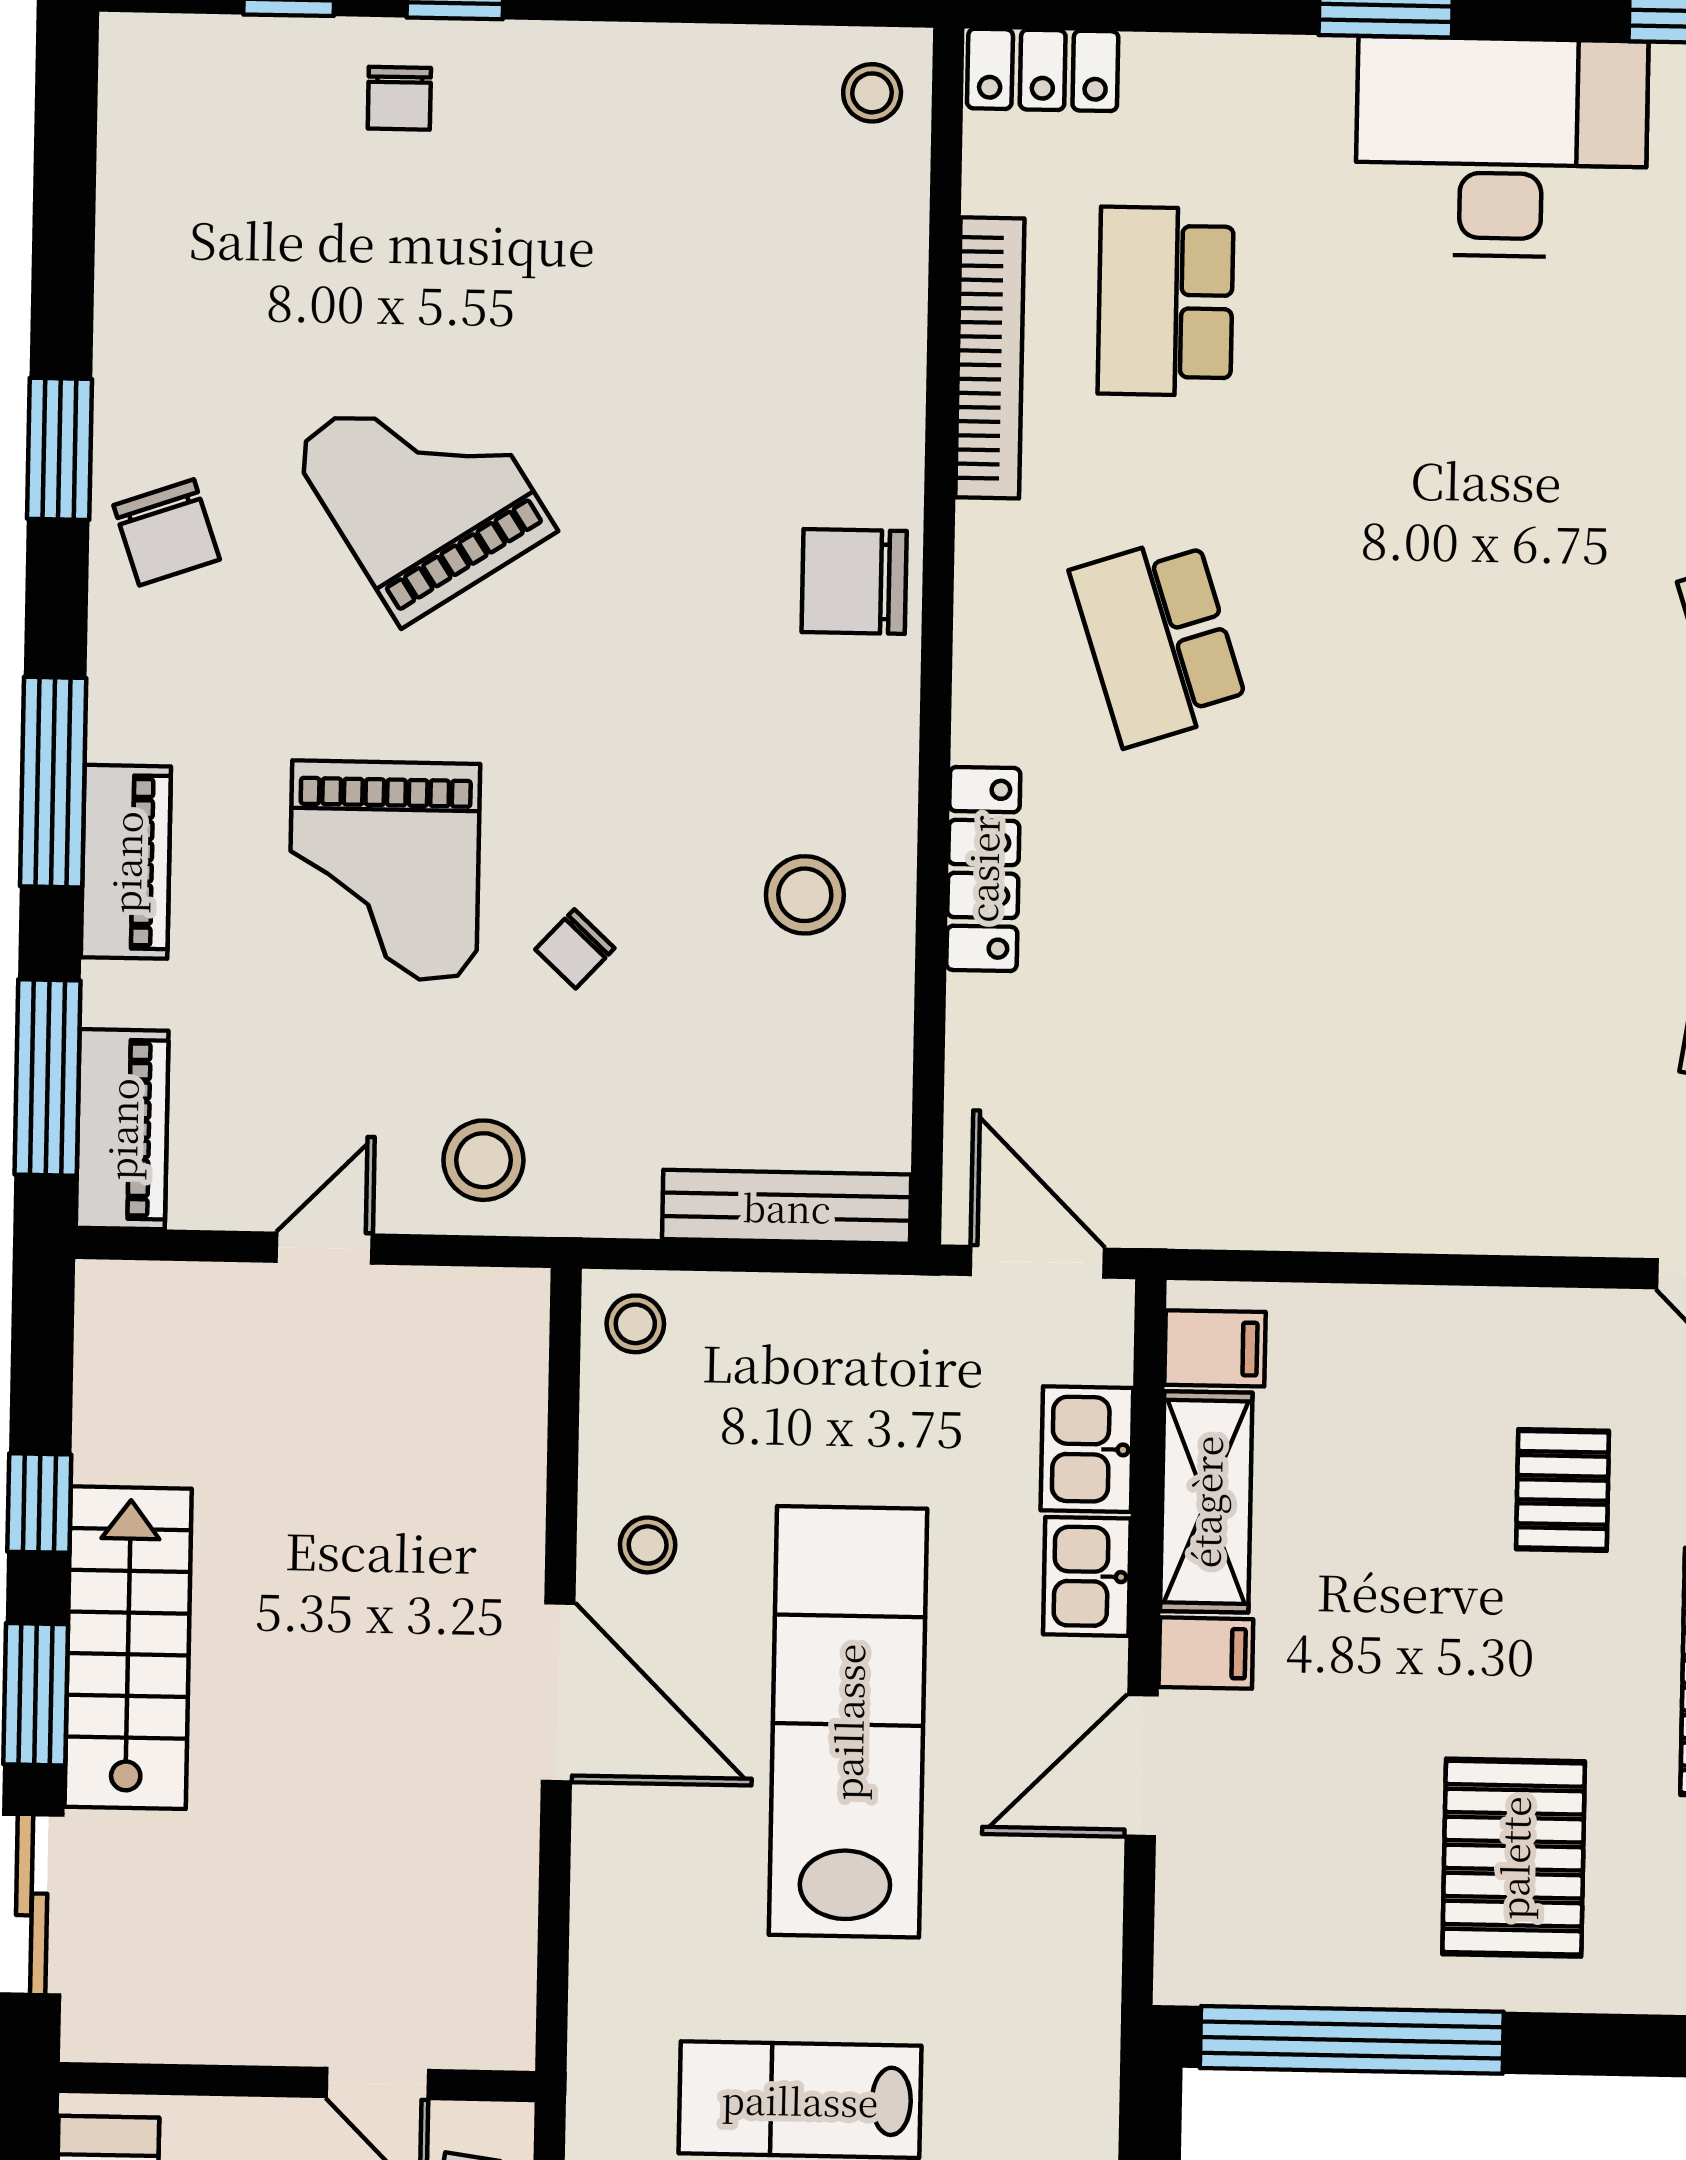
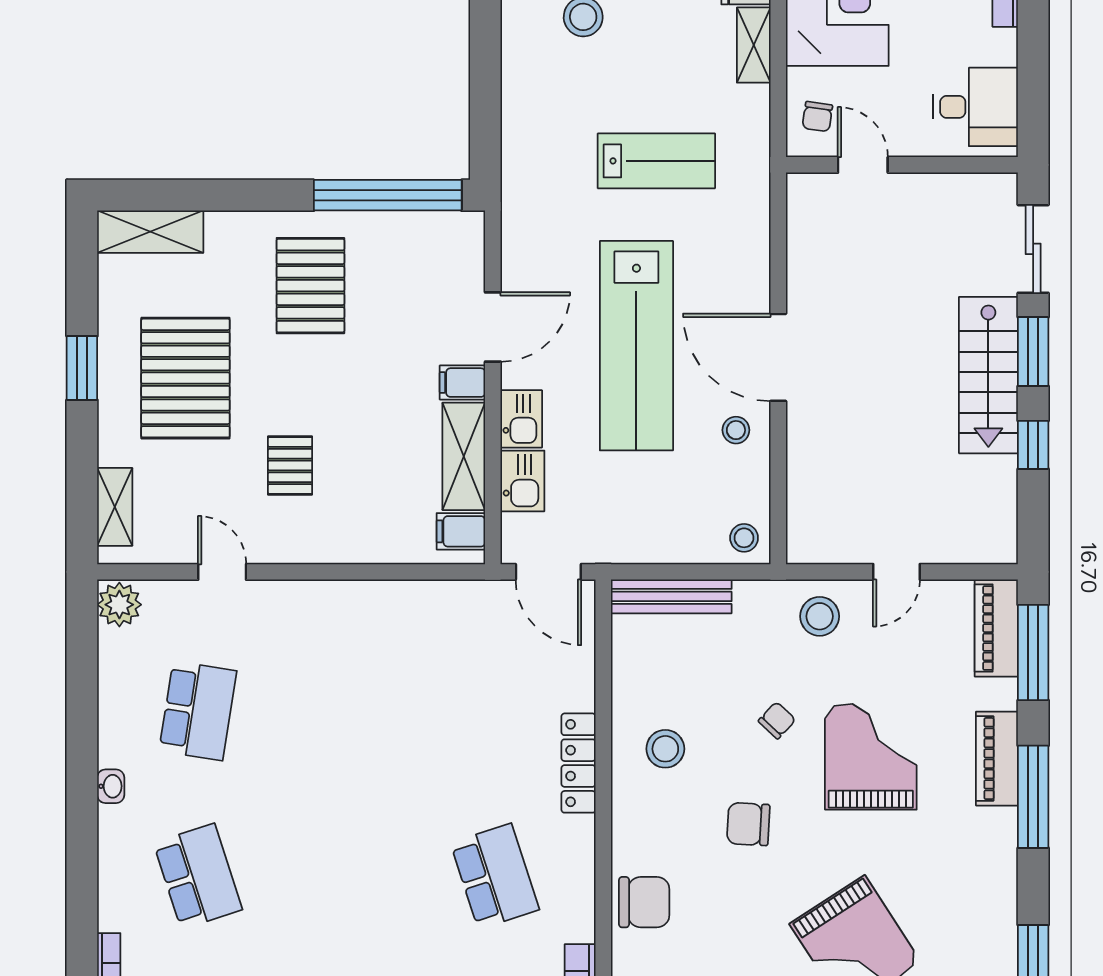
chair: (167, 532) -> (748, 824), moved, turned -68

